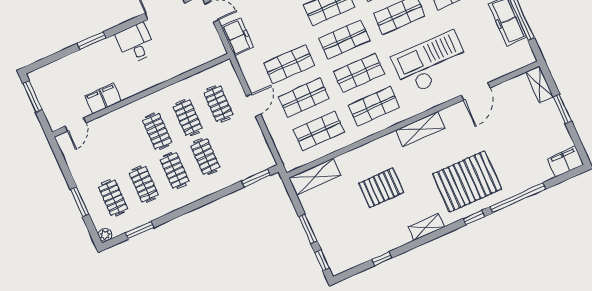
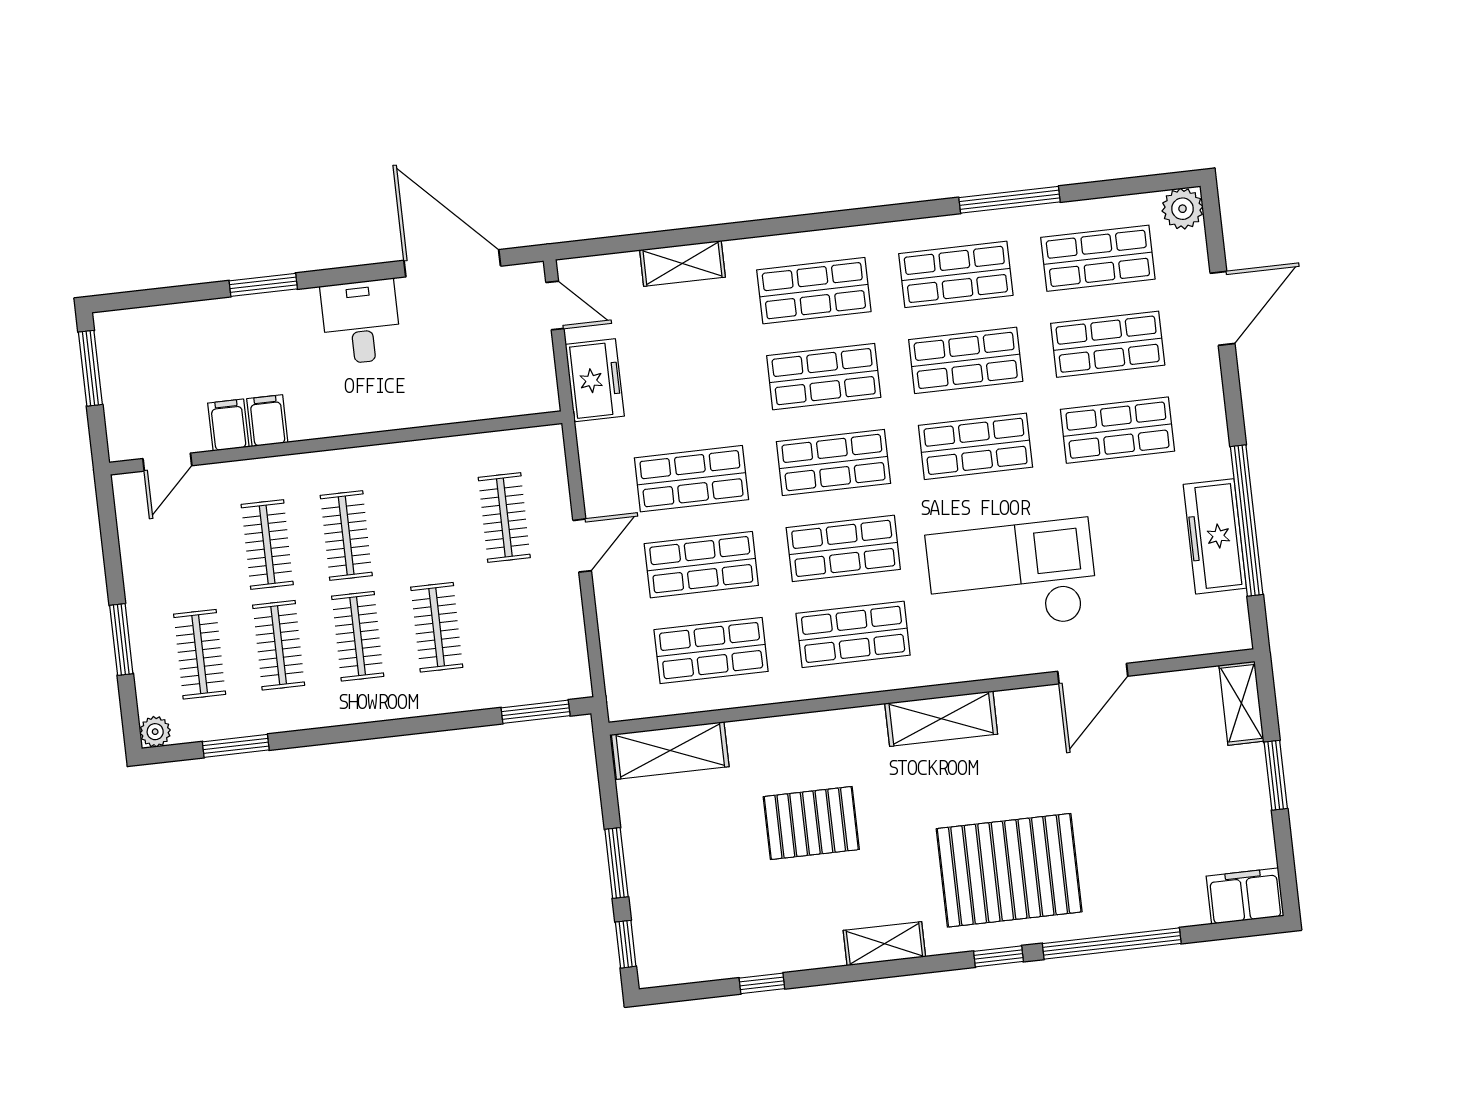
clothes rail: (188, 118) -> (267, 545), moved

